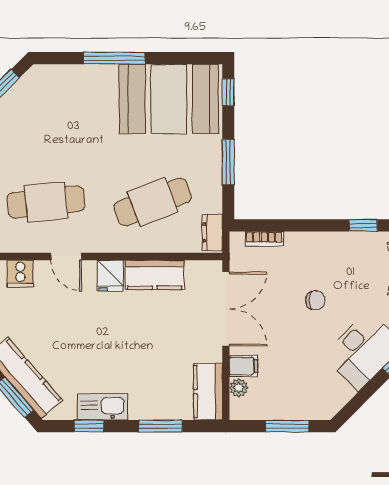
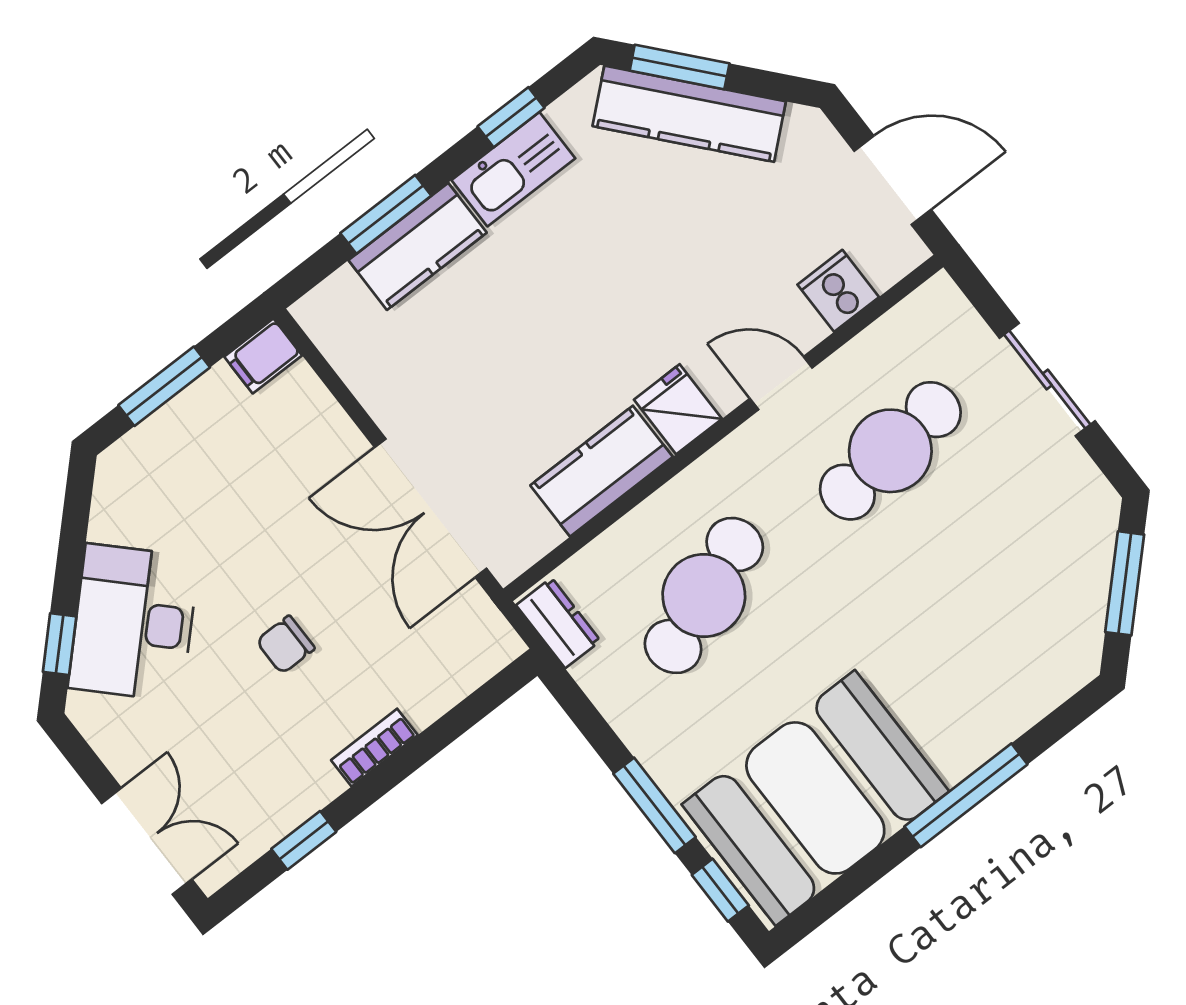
window: (228, 162) -> (655, 805), moved
bookcase: (264, 239) -> (374, 748), moved
filing cabinet: (244, 366) -> (263, 356), moved
plant: (239, 388) -> (301, 388), removed
kitchen counter: (208, 392) -> (418, 246), moved, turned 90

